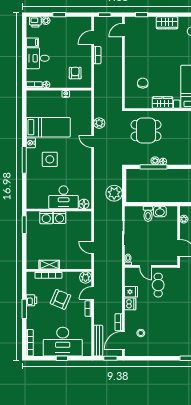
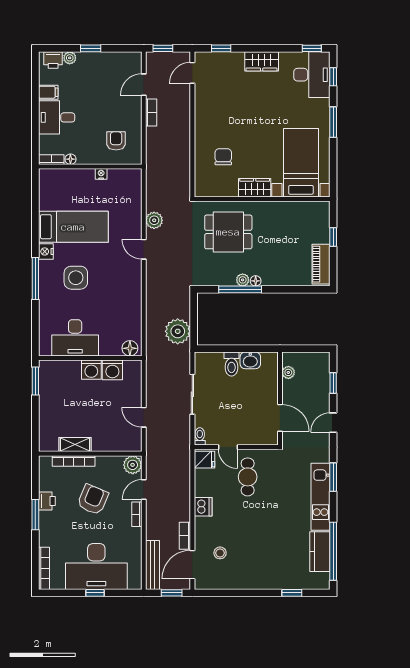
desk: (64, 197) -> (75, 338), moved
washing machine: (46, 218) -> (112, 370), moved
fridge: (131, 292) -> (205, 460), moved

